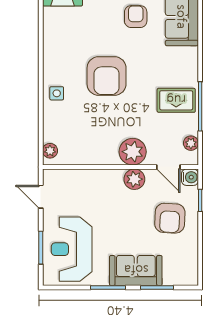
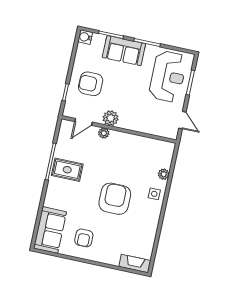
plant: (191, 143) -> (63, 136), removed
plant: (50, 151) -> (164, 174), moved
plant: (133, 152) -> (104, 133), width x0.53, depth x0.53
door: (168, 167) -> (84, 122), swing flipped
water cooler: (190, 177) -> (85, 37), moved
armchair: (170, 218) -> (91, 84), turned -93

